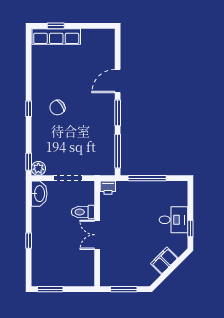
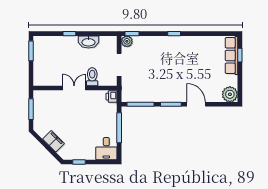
plant: (105, 39) -> (230, 94), added
chair: (57, 108) -> (175, 56), removed
washbasin: (39, 194) -> (88, 42), moved
desk: (173, 220) -> (106, 149), moved

